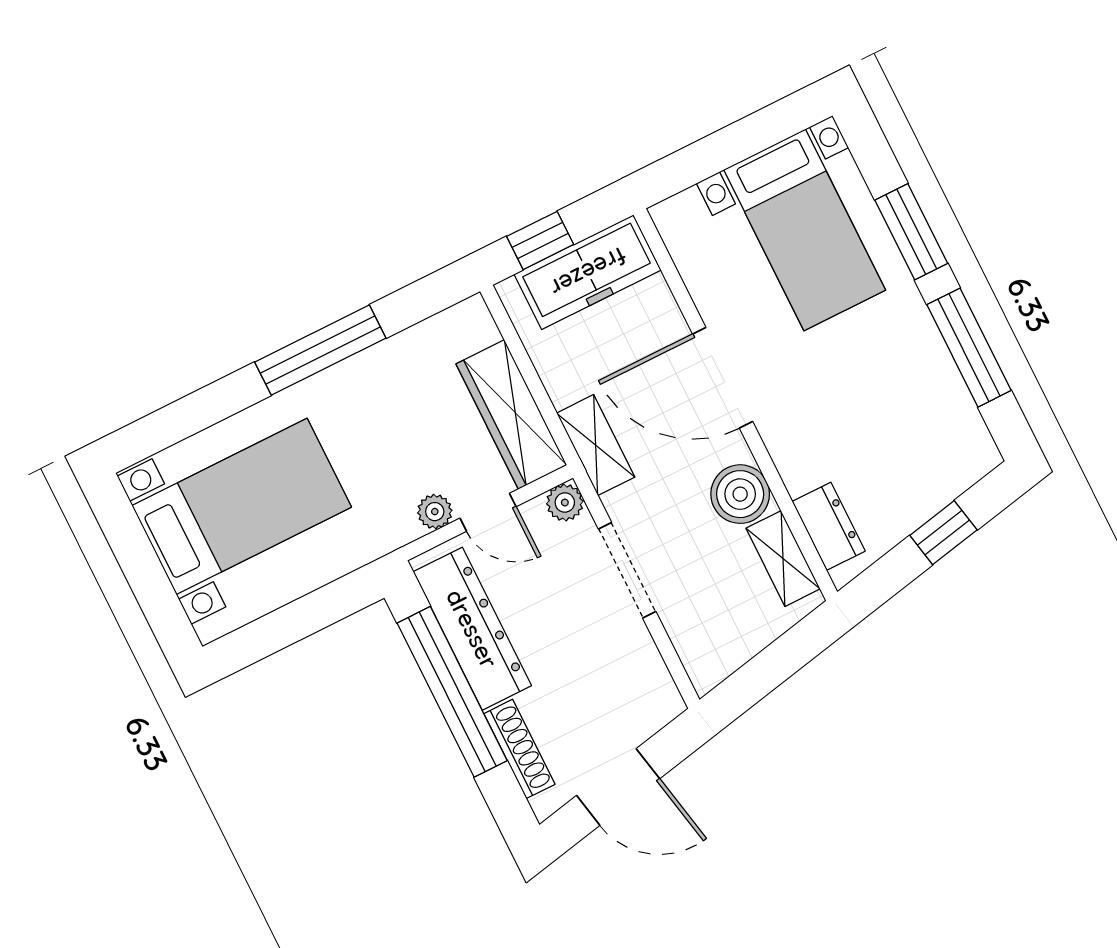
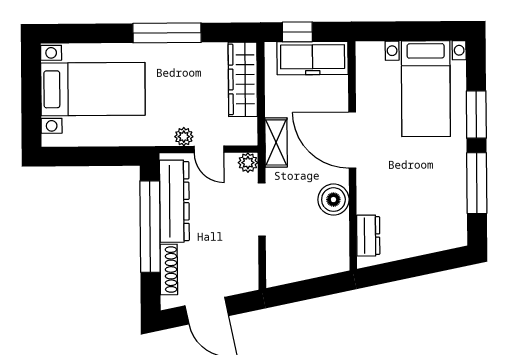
wardrobe: (511, 415) -> (243, 79), moved
window: (943, 533) -> (421, 265), removed
shelving: (783, 559) -> (339, 240), removed

